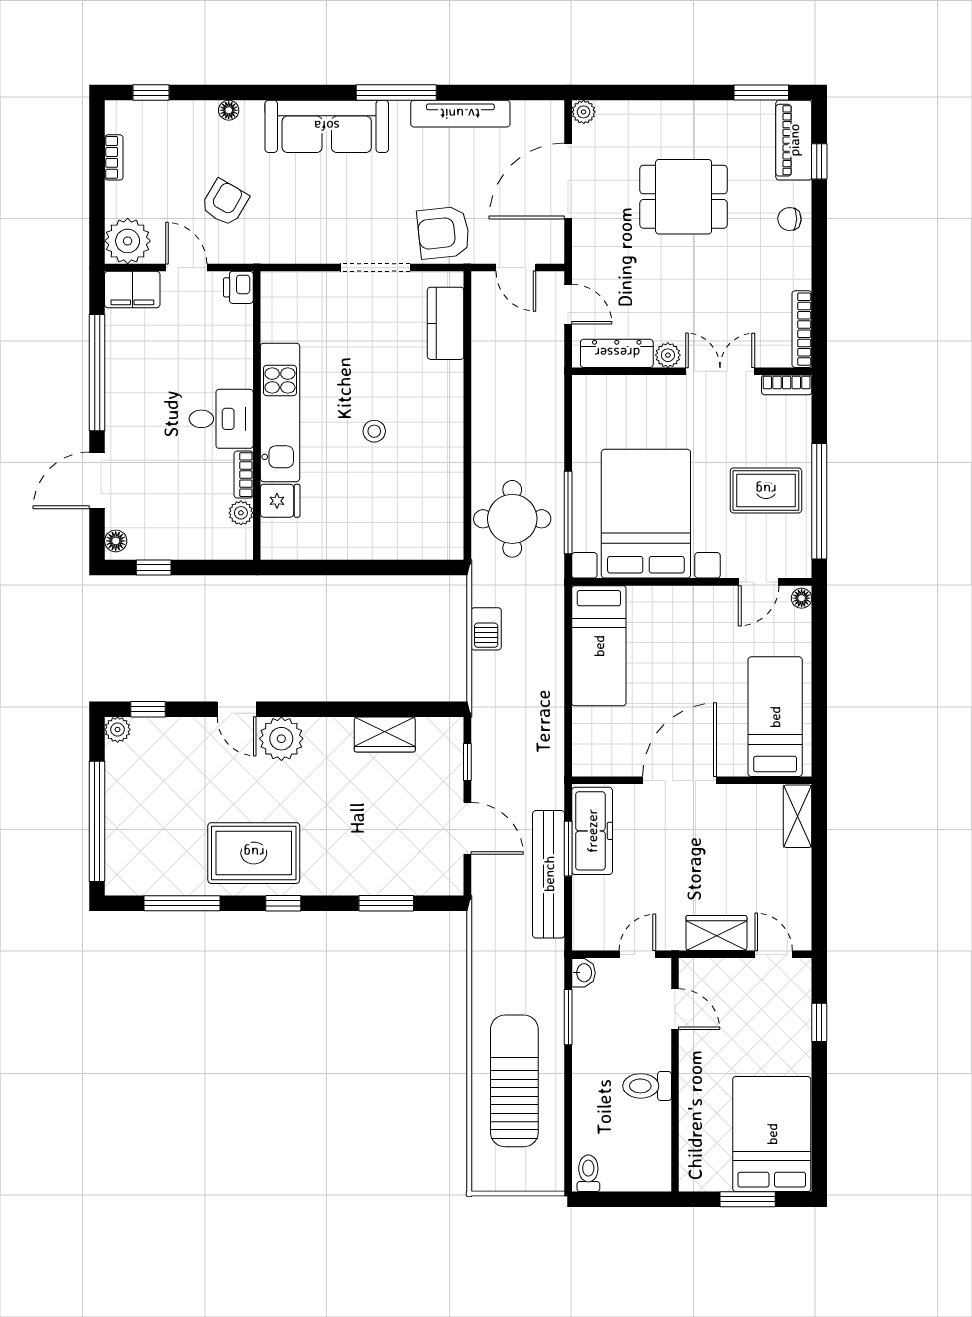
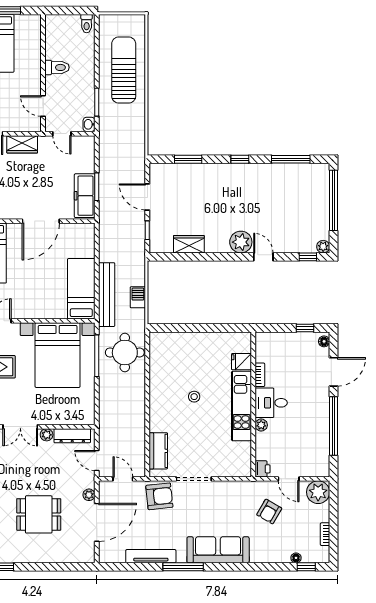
floor lamp: (229, 110) -> (296, 558), moved
plant: (584, 112) -> (89, 495), moved
filing cabinet: (132, 289) -> (316, 468), removed
plant: (241, 513) -> (261, 425), moved
rug: (254, 853) -> (255, 185), removed
bench: (549, 874) -> (107, 295), moved
door: (637, 954) -> (62, 134), hinge flipped
sun lounger: (514, 1081) -> (124, 70), turned 180

